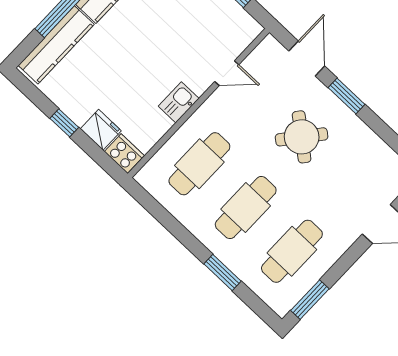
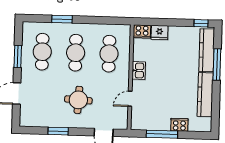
window: (346, 96) -> (58, 131), moved
window: (64, 123) -> (201, 23), moved
round table: (302, 137) -> (78, 100), turned -36
window: (310, 300) -> (18, 56), moved

